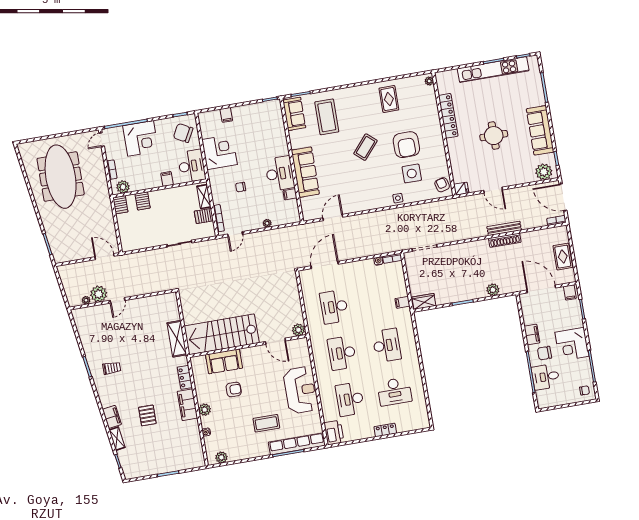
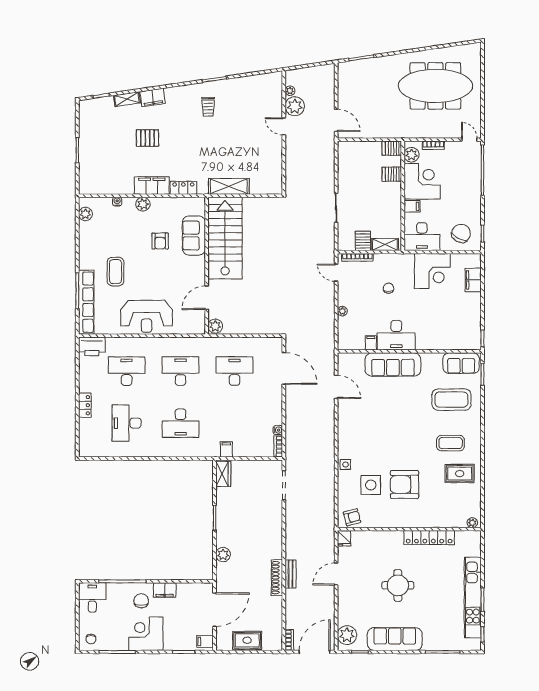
filing cabinet: (226, 115) -> (473, 280), width x2.00
corner desk: (141, 138) -> (422, 181), moved, turned 180
coffee table: (365, 147) -> (451, 443), moved, turned -41
bench: (504, 228) -> (291, 574), width x0.73
door: (105, 257) -> (336, 120), hinge flipped
desk: (546, 377) -> (92, 597), moved

